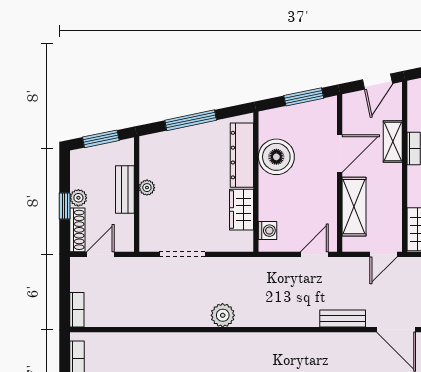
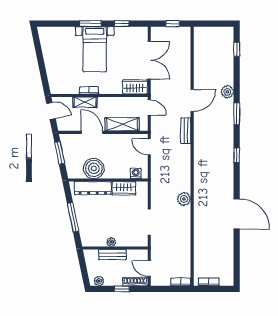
window: (101, 139) -> (84, 268), removed
plant: (78, 198) -> (99, 281), moved

